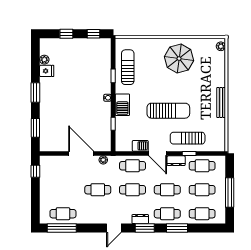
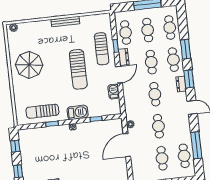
sun lounger: (168, 111) -> (78, 69), turned 180
cafe table: (133, 166) -> (162, 158), moved
window: (62, 228) -> (196, 145), moved

